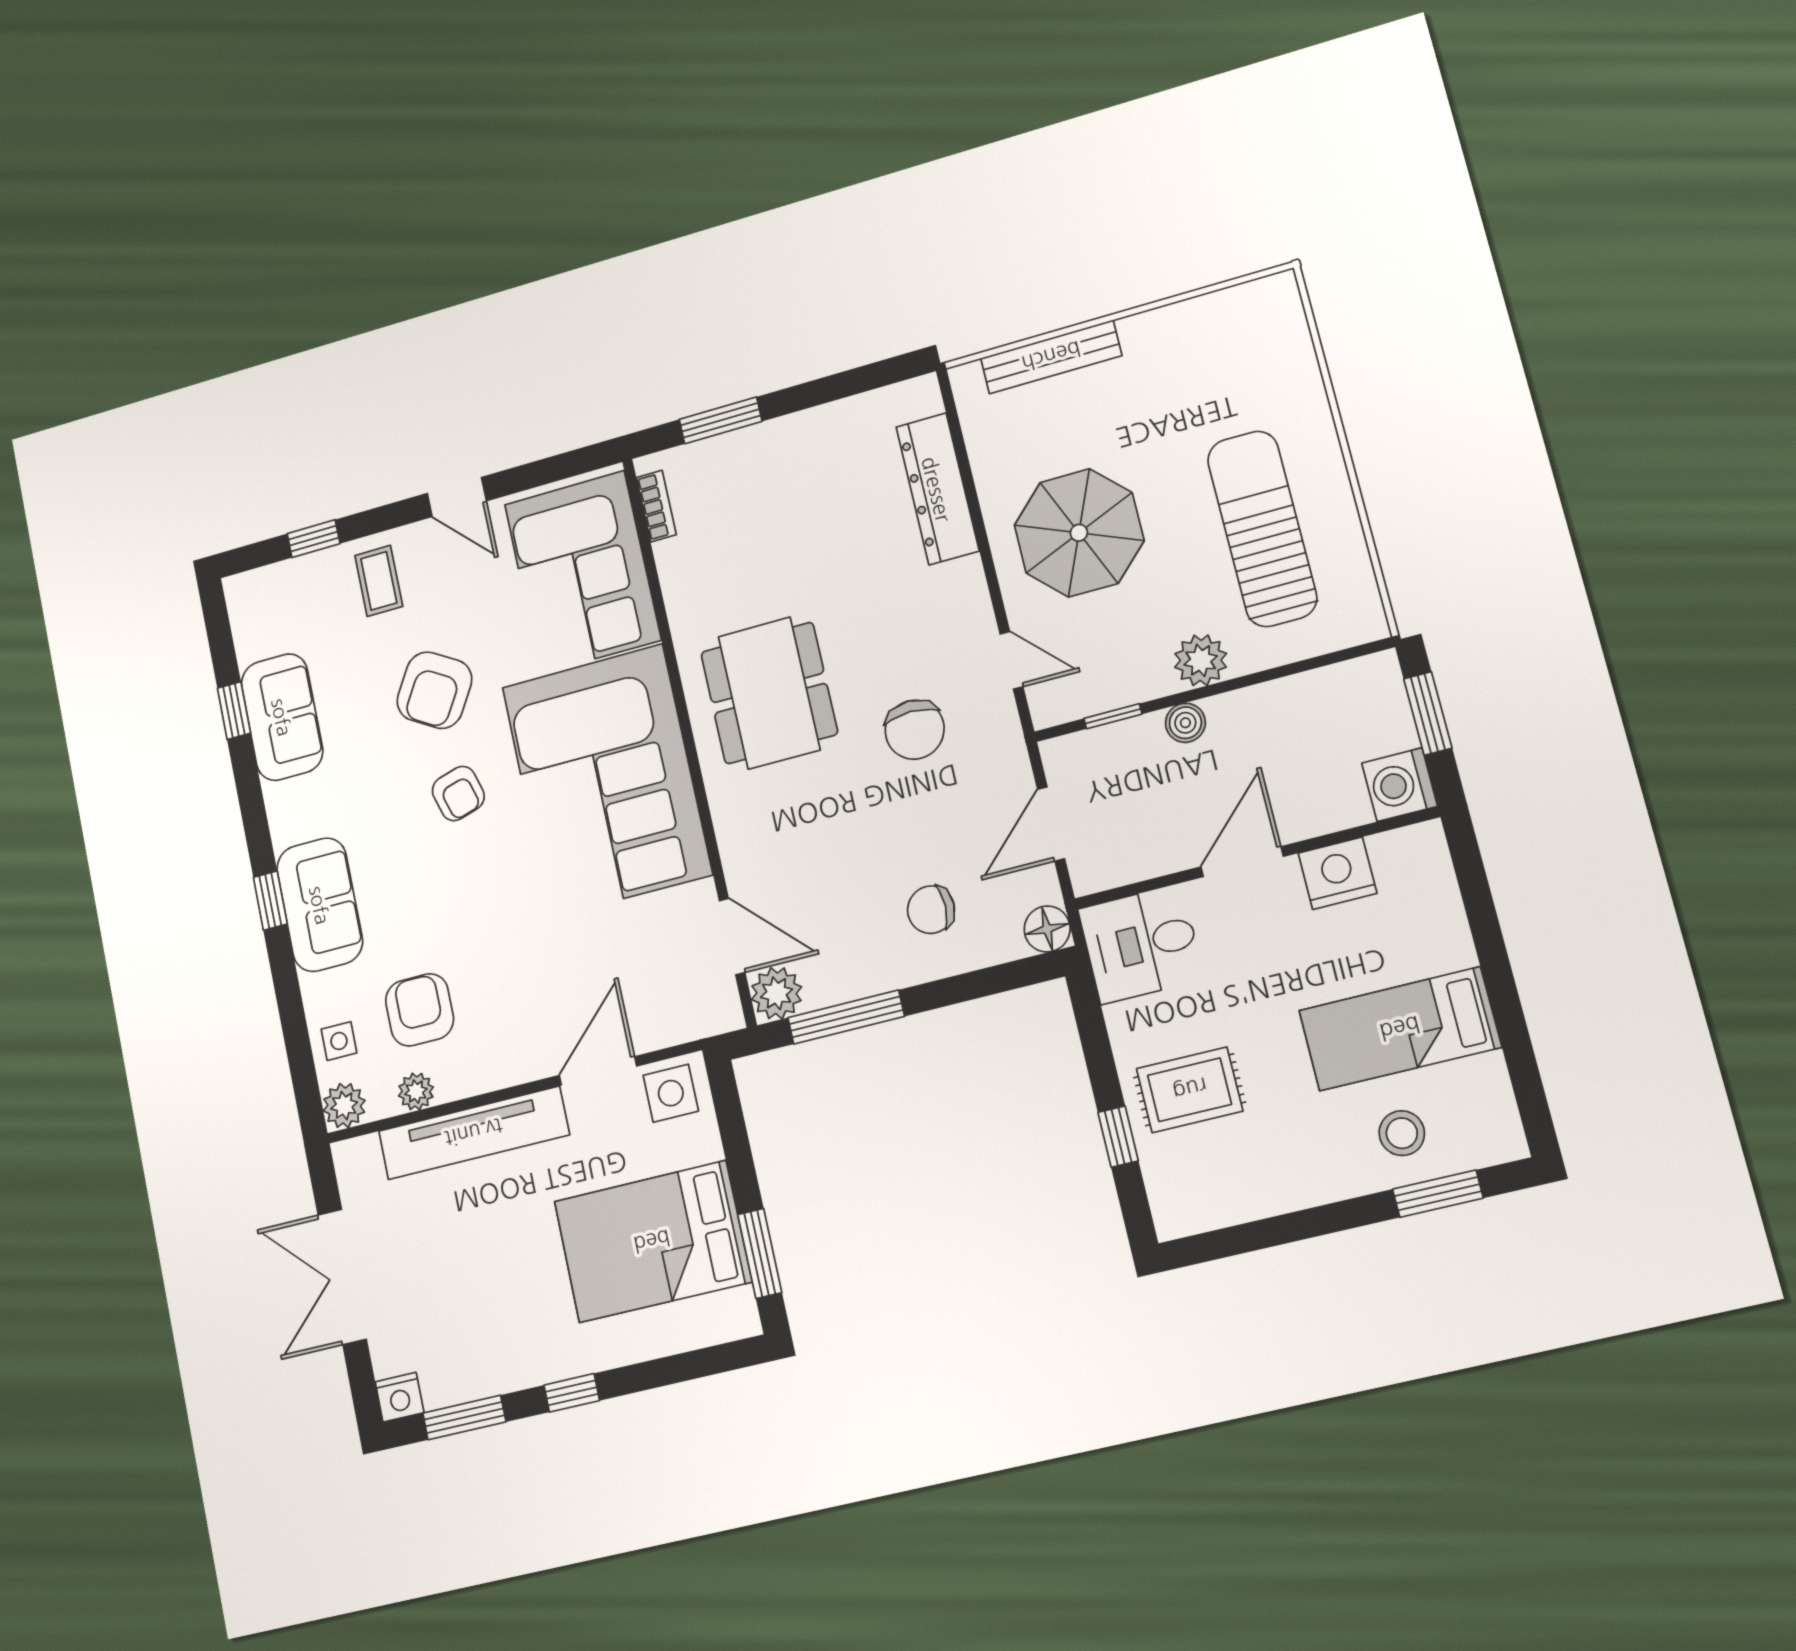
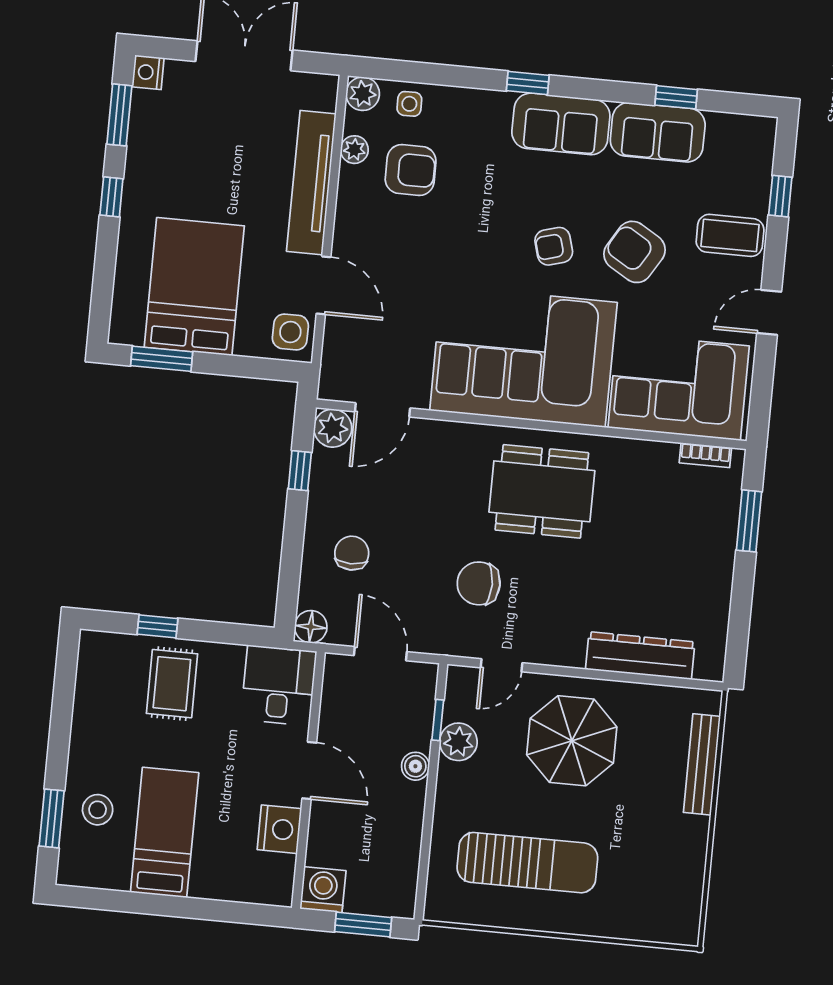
coffee table: (379, 581) -> (730, 235), width x1.36, depth x1.30
plant: (1201, 660) -> (458, 742), moved
sofa: (320, 905) -> (561, 124), moved
window: (846, 1017) -> (300, 471), width x0.46

